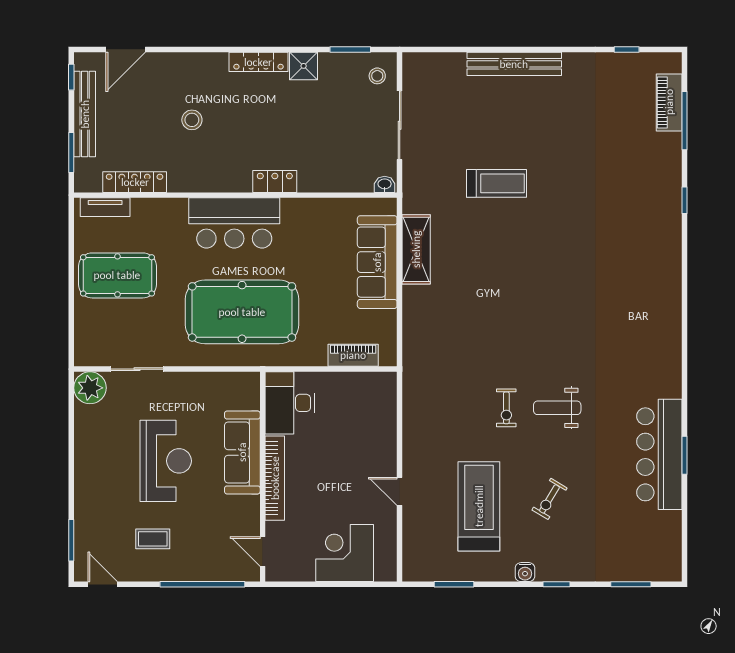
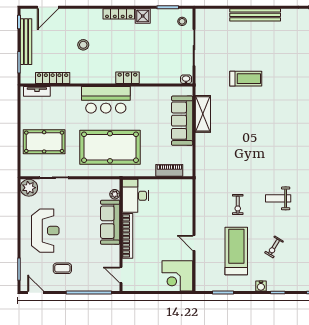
pool table: (117, 275) -> (44, 142), moved
plant: (251, 400) -> (115, 194), added
exercise bike: (506, 408) -> (238, 205), moved
reception desk: (166, 461) -> (45, 231), moved
corner desk: (345, 553) -> (177, 276), moved, turned -90

